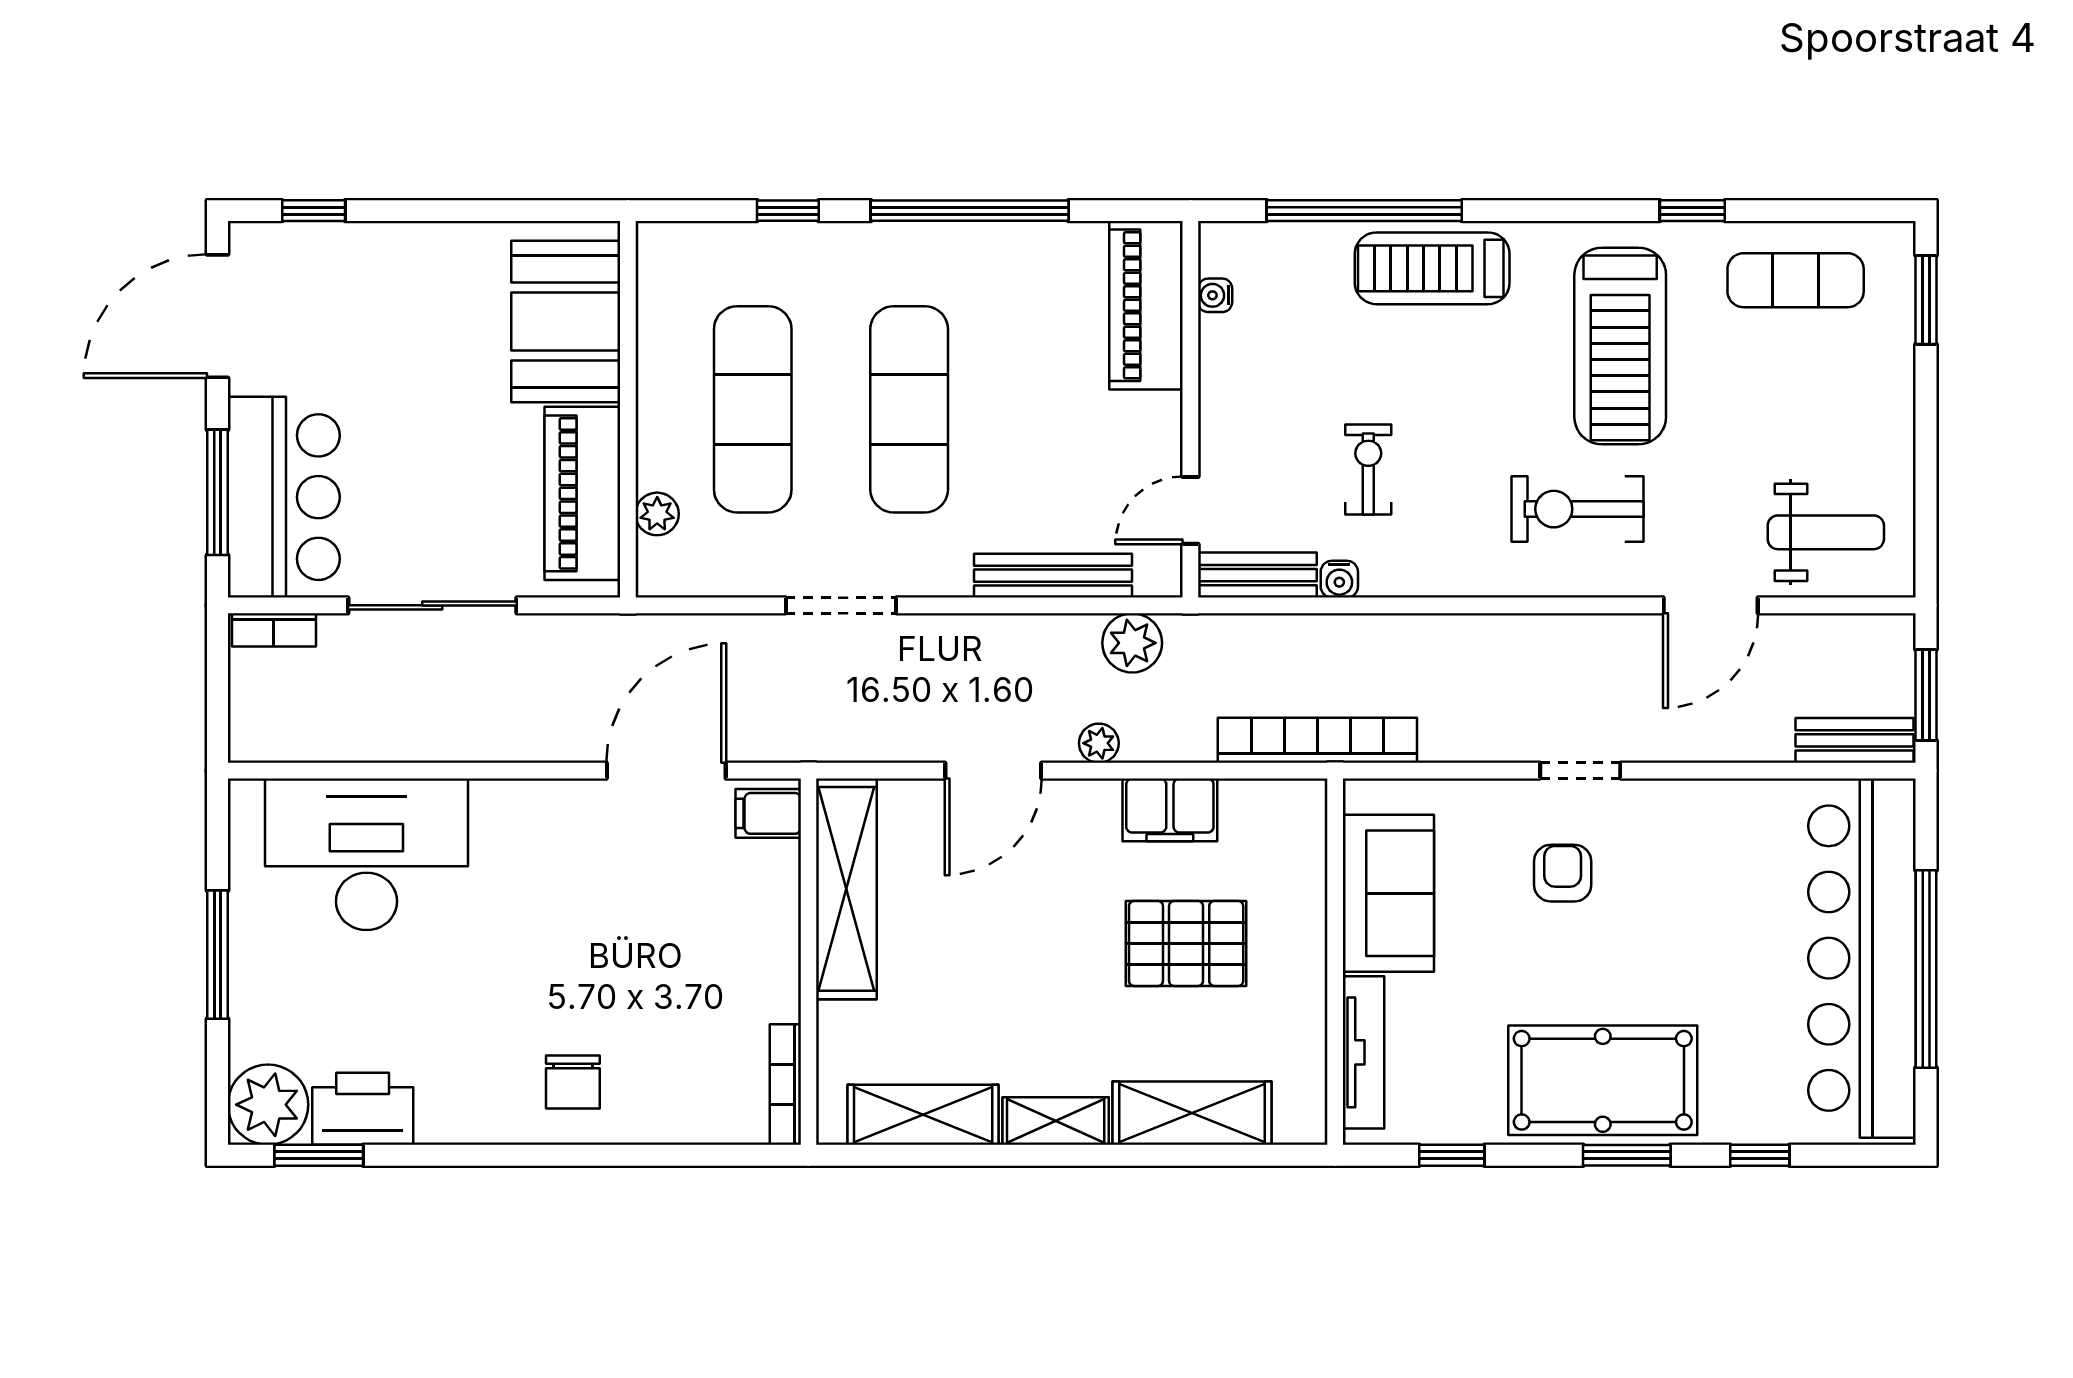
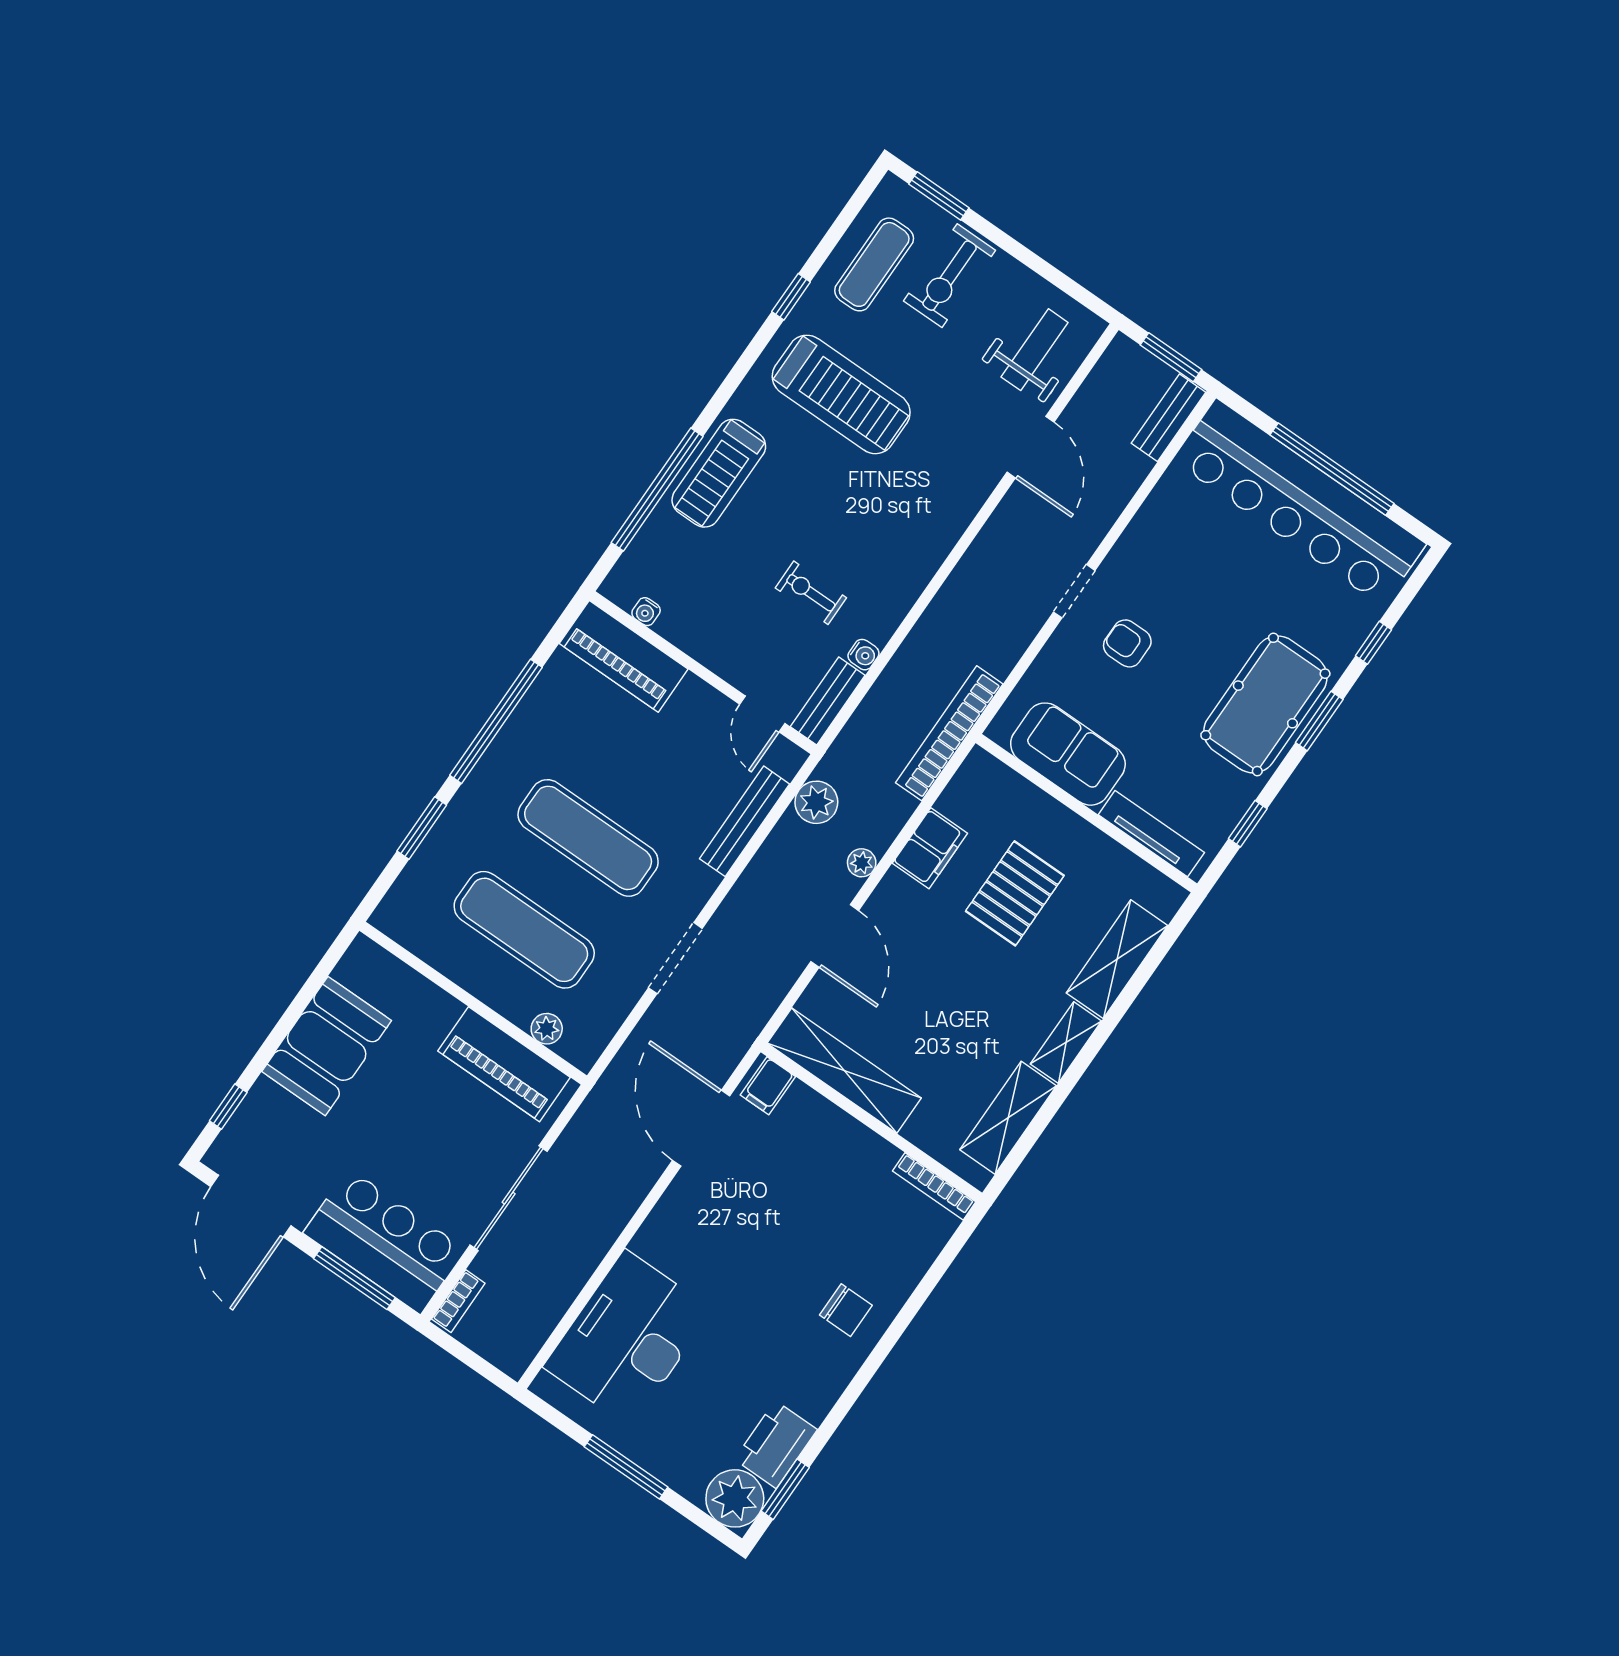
window: (788, 211) -> (422, 828), width x1.50
booth: (566, 322) -> (327, 1046), moved, turned 90
exercise bike: (1577, 509) -> (950, 276), moved

